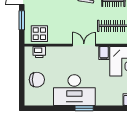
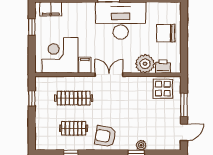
double door: (84, 45) -> (109, 75), swing flipped
plant: (54, 54) -> (145, 64), added

